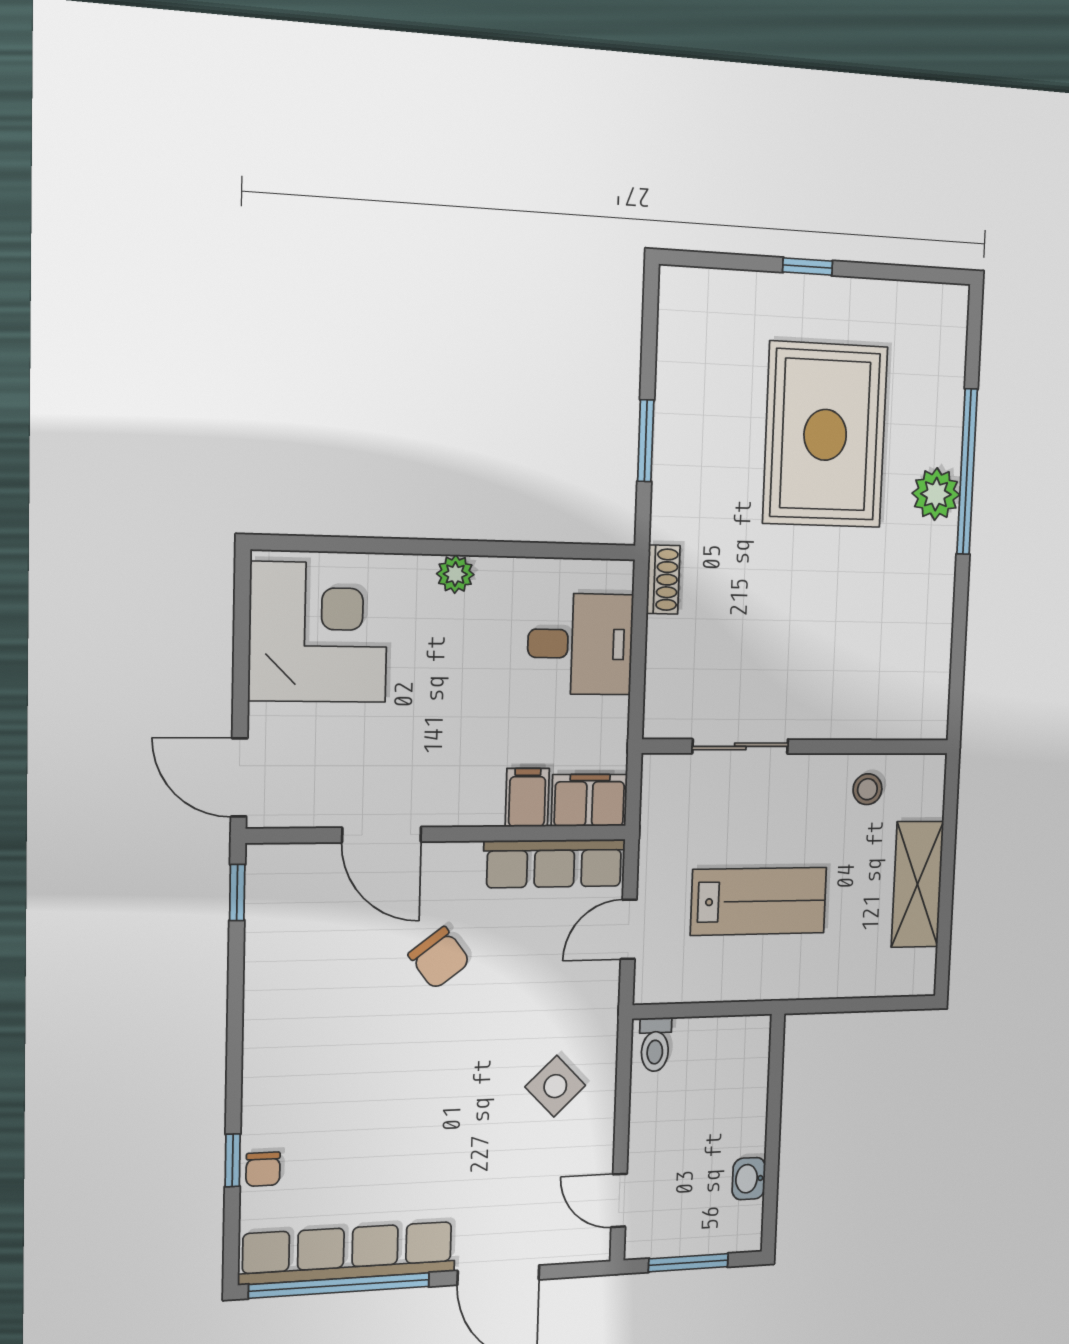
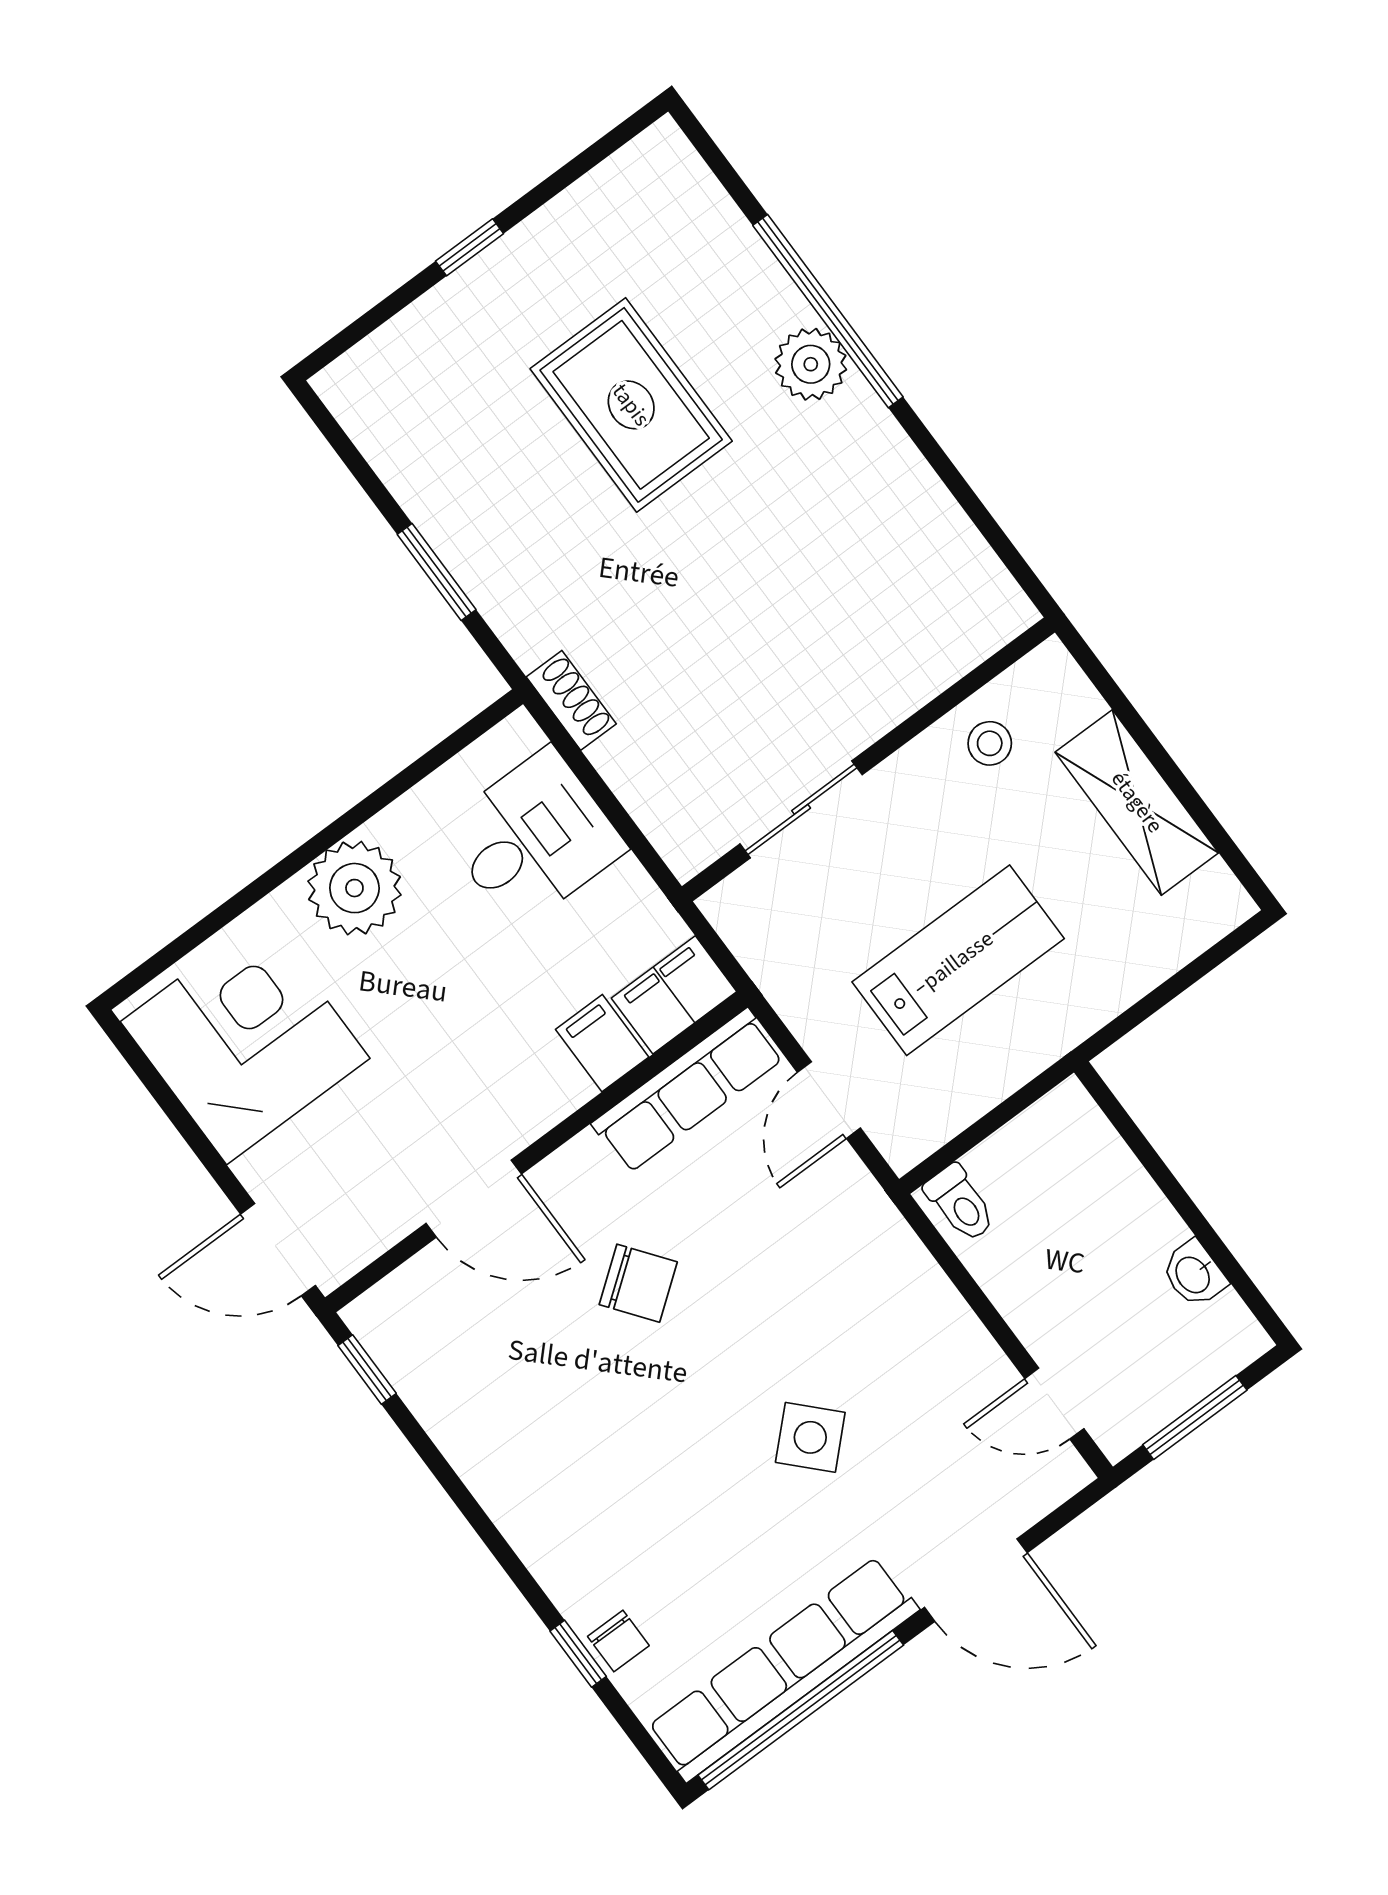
rug: (825, 435) -> (631, 405), width x0.73, depth x0.69
plant: (455, 574) -> (354, 888), width x1.88, depth x1.88
side table: (555, 1086) -> (810, 1437), moved

